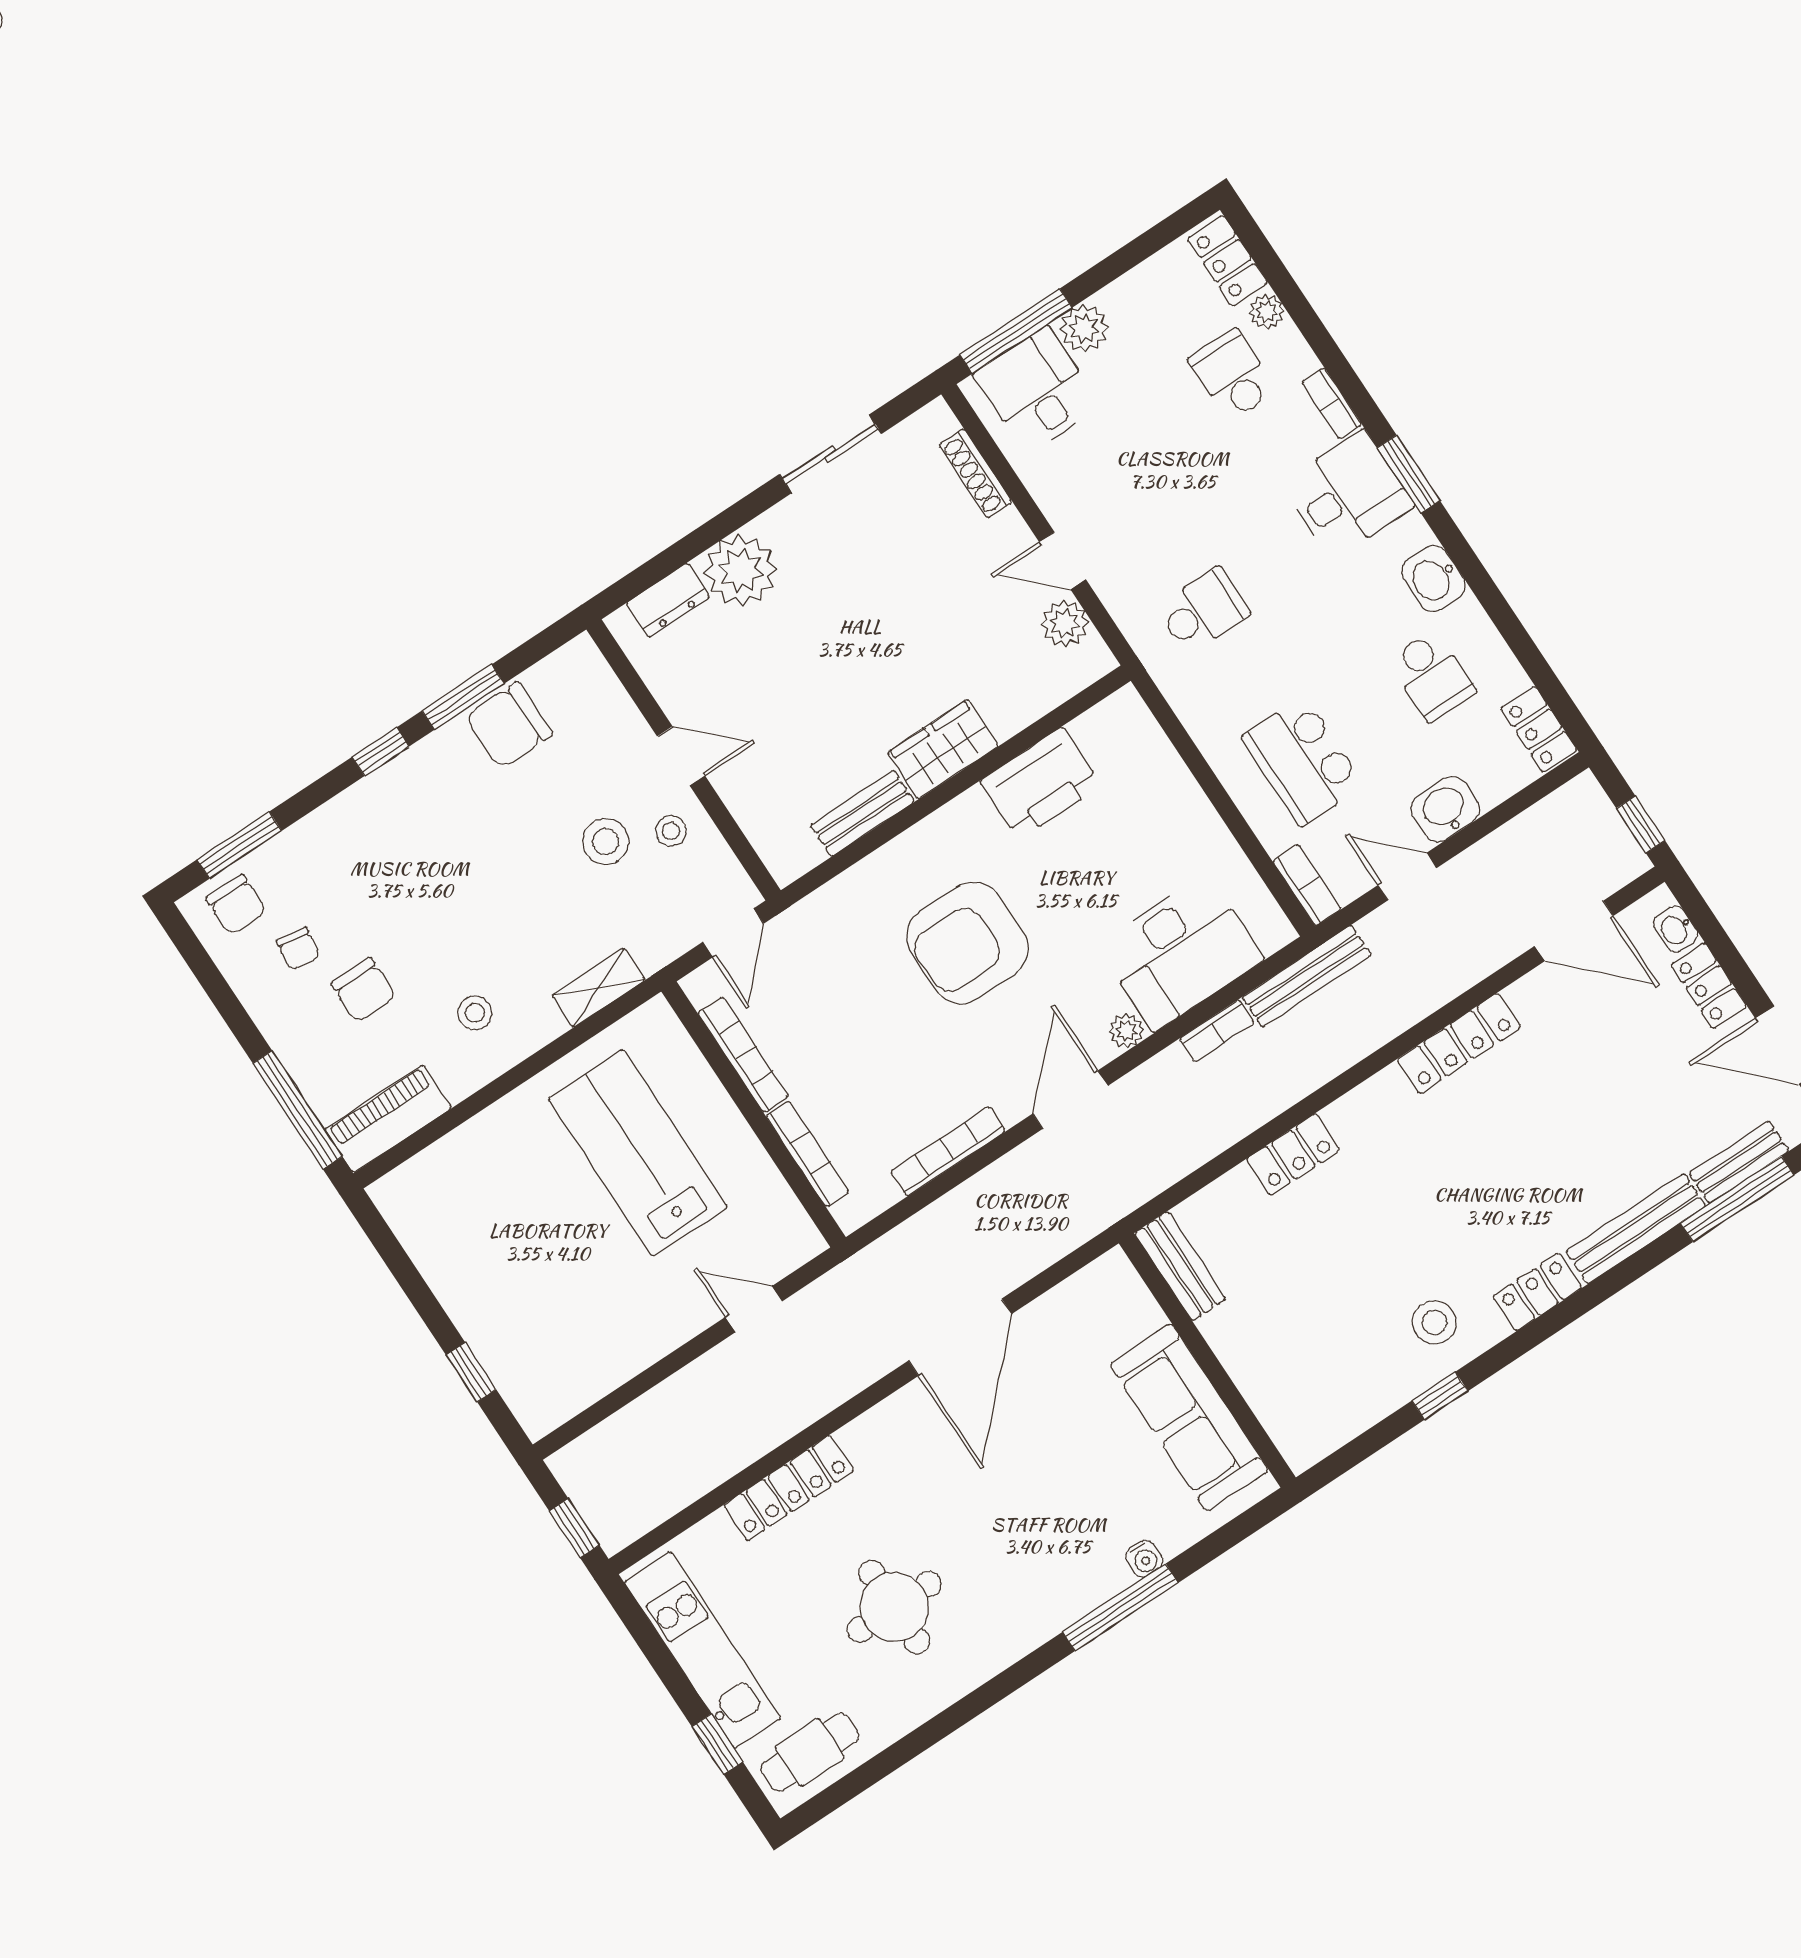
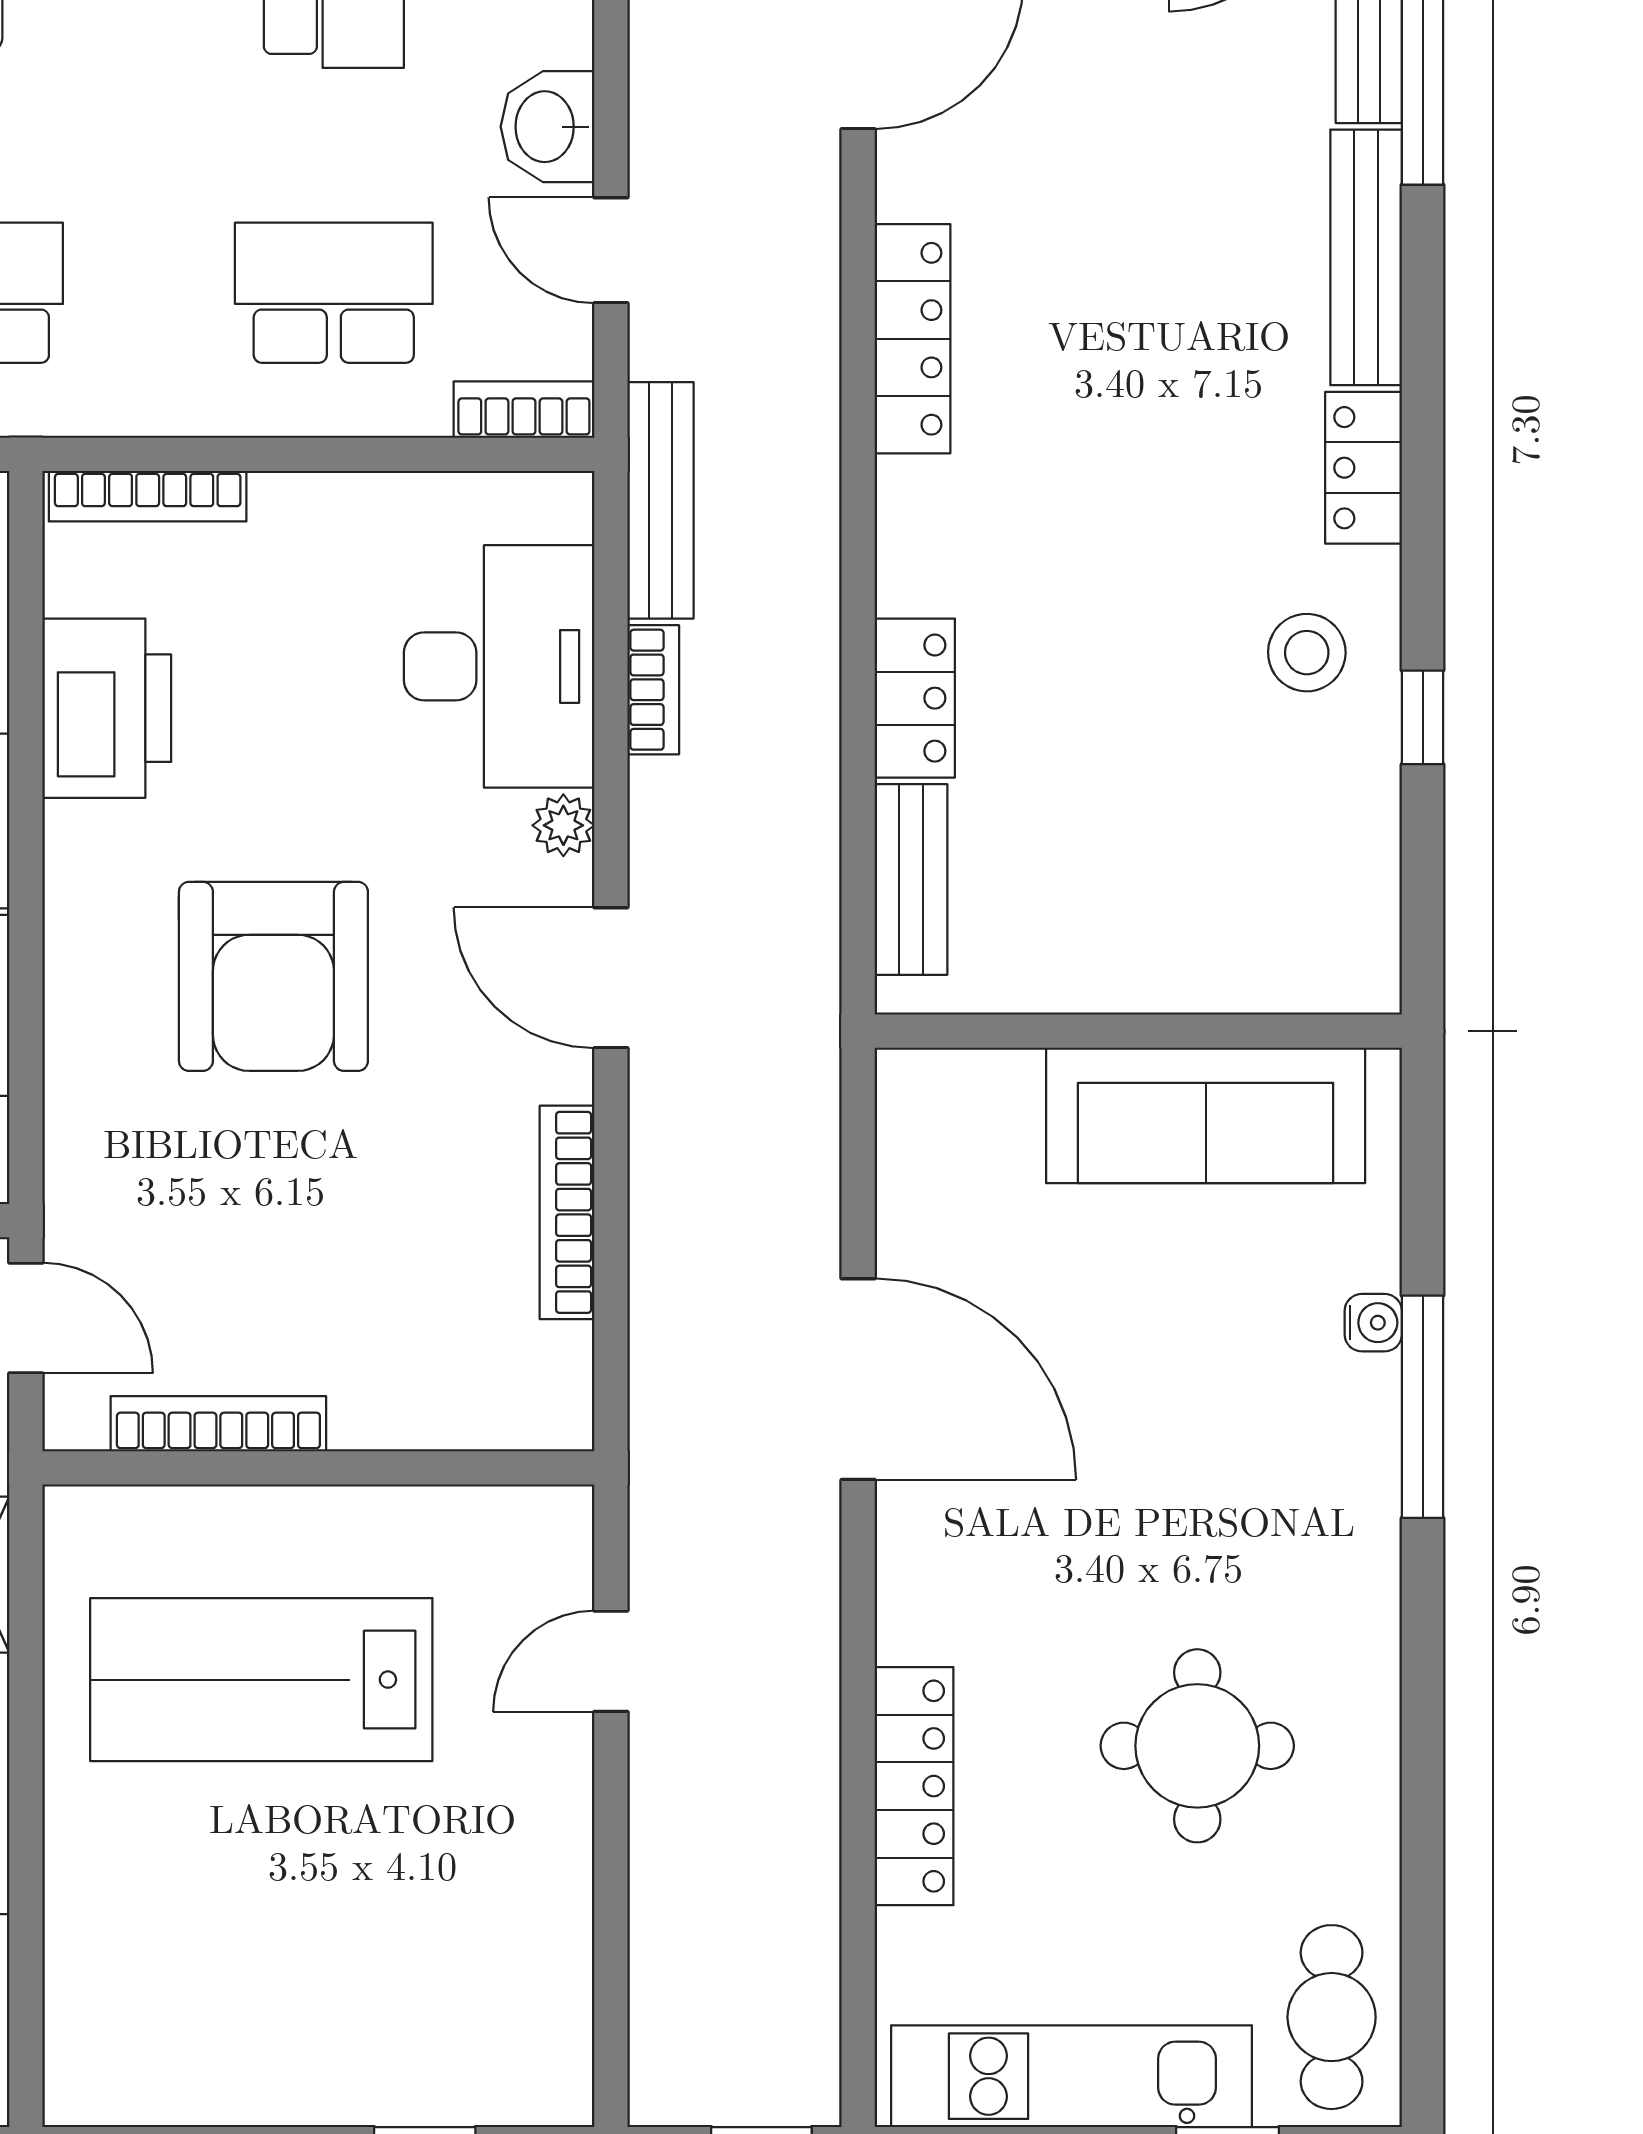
school desk: (1303, 761) -> (334, 293), turned 180
door: (1407, 876) -> (611, 250), hinge flipped
bookcase: (808, 1154) -> (148, 496), moved, turned 180
bench: (1180, 1266) -> (911, 880), moved, turned 90

